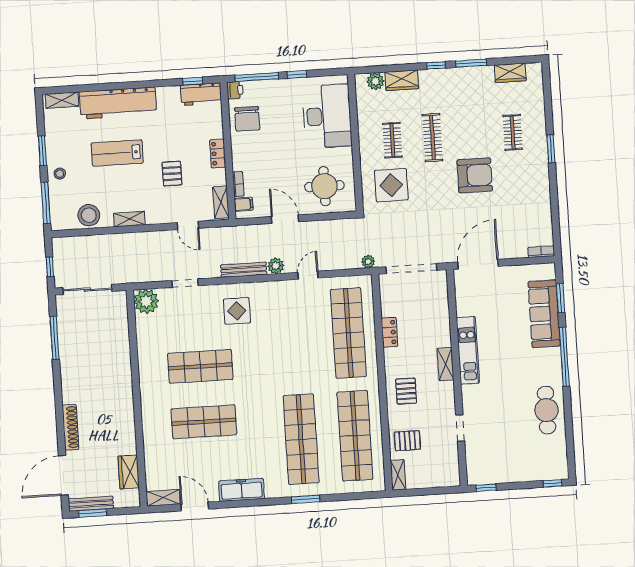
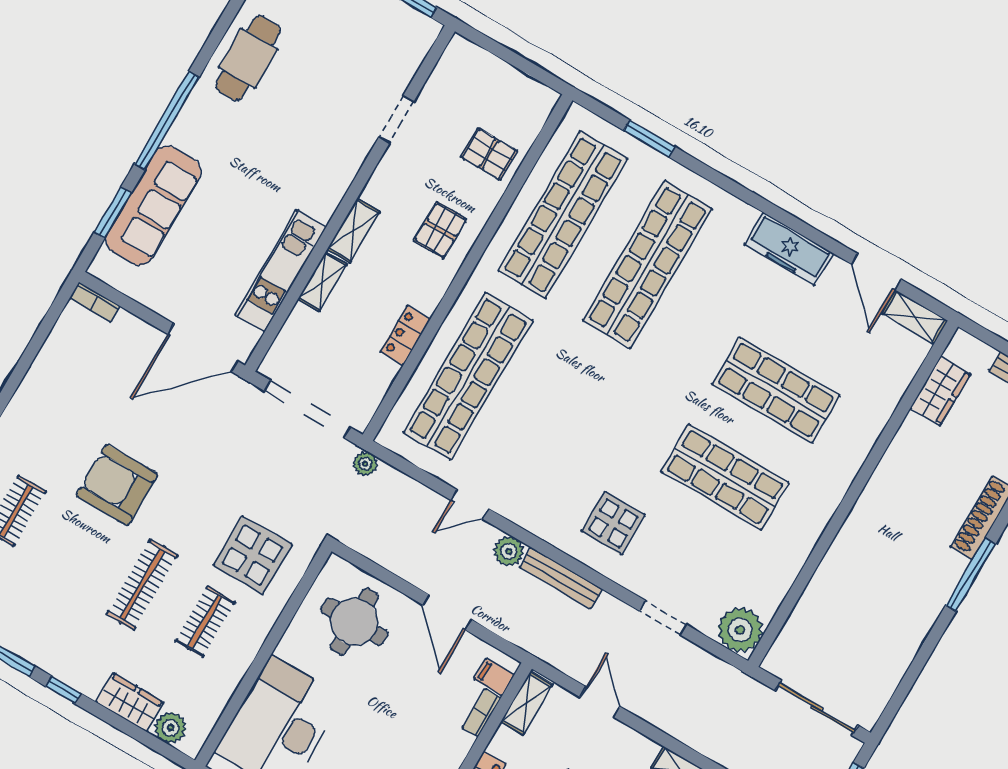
window: (54, 338) -> (971, 575), moved
kitchen unit: (468, 350) -> (281, 271), moved
shelving: (398, 475) -> (322, 281), moved
window: (306, 499) -> (649, 139), moved

